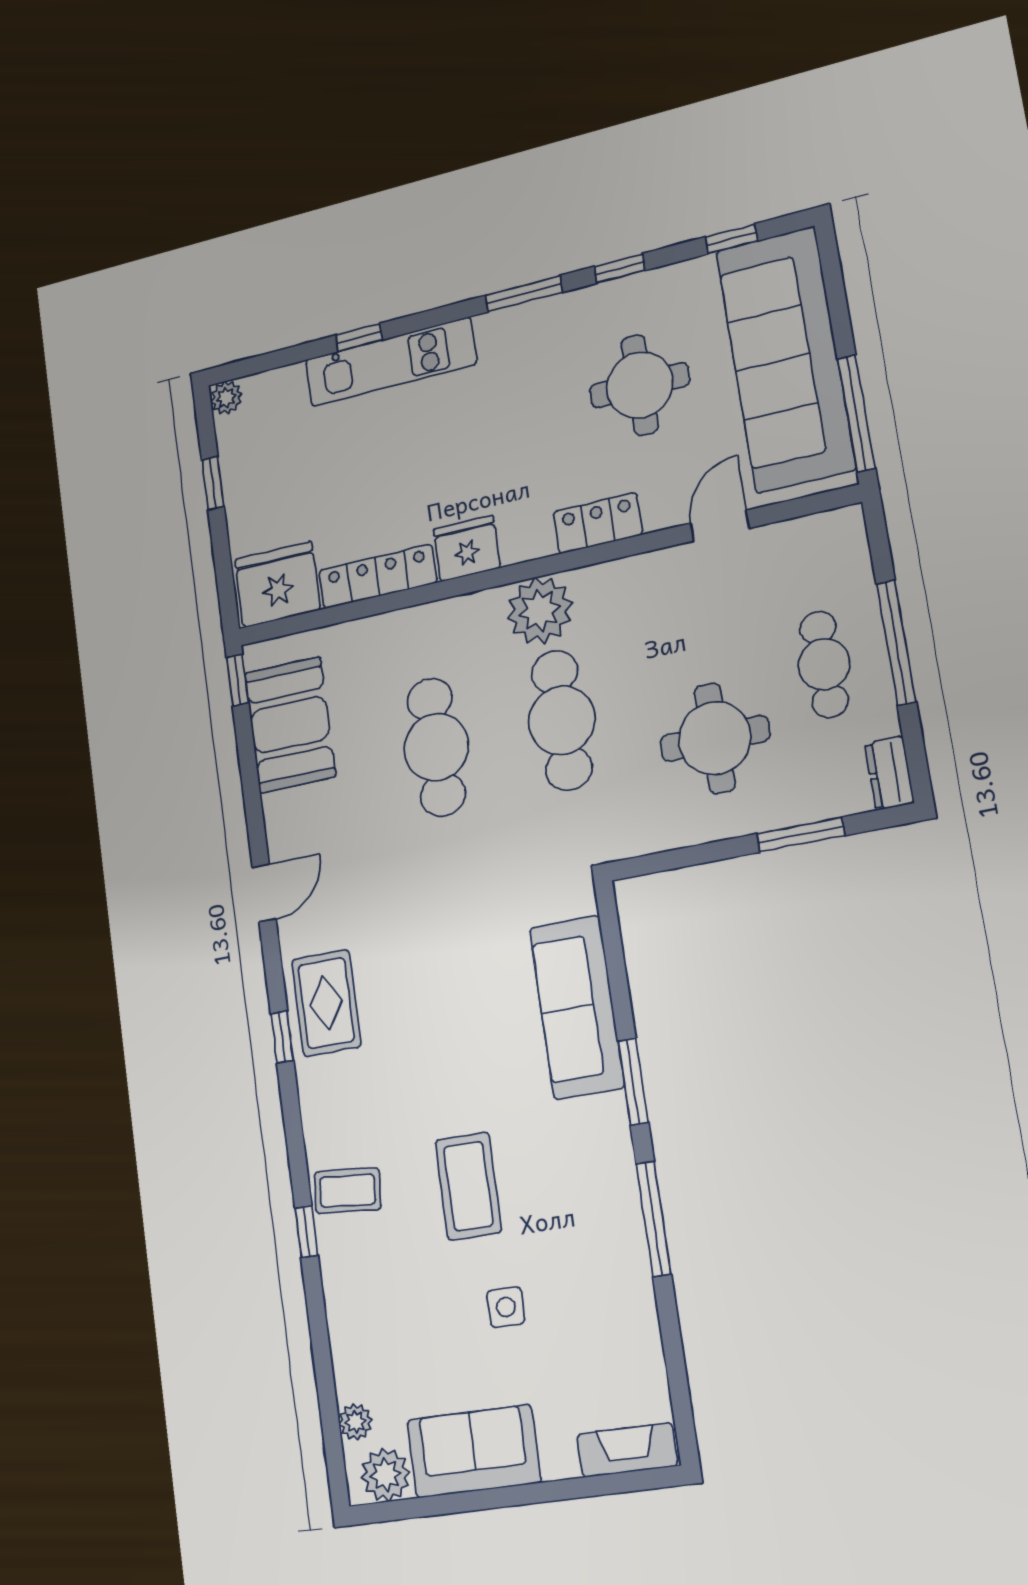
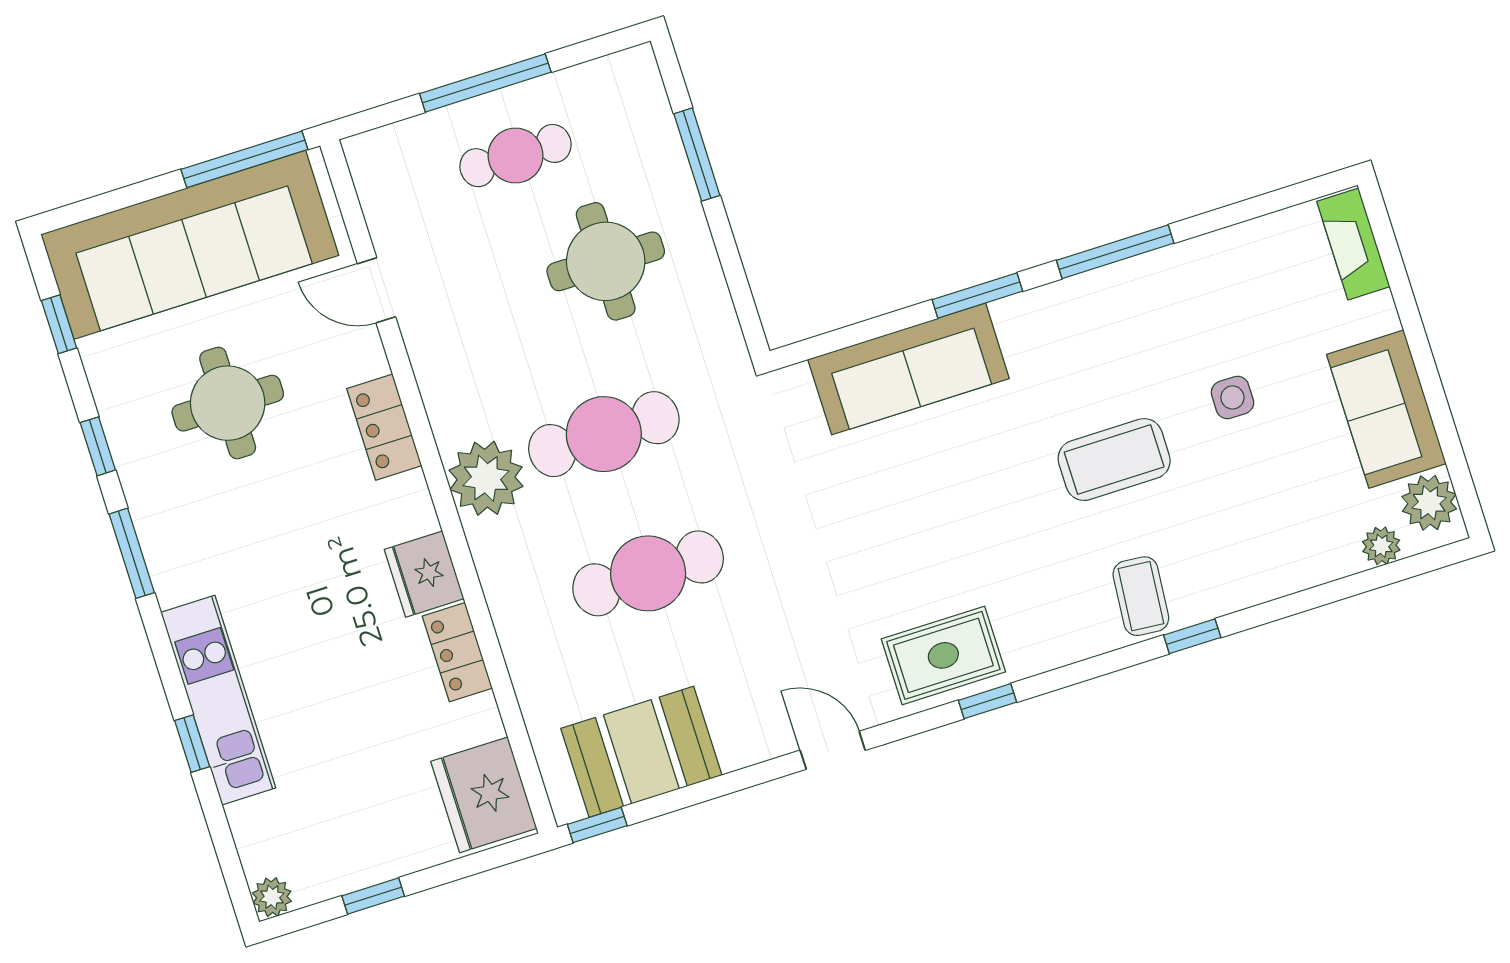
locker: (378, 577) -> (457, 652), width x0.66
dresser: (889, 773) -> (622, 71), removed

